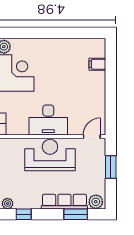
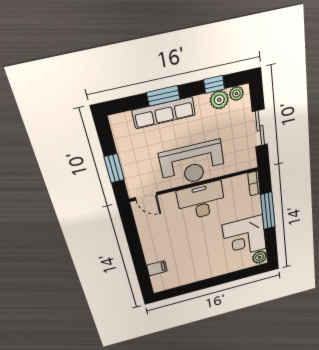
door: (92, 137) -> (146, 196), hinge flipped
plant: (96, 202) -> (219, 100), moved
window: (76, 214) -> (163, 96), moved

